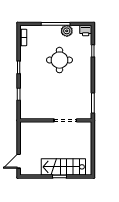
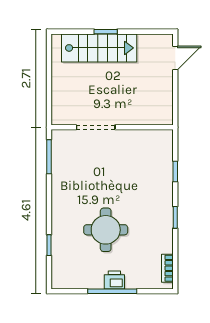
plant: (67, 31) -> (93, 279), removed
printer: (86, 31) -> (114, 280), moved

